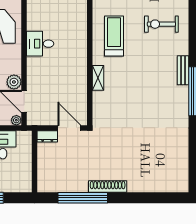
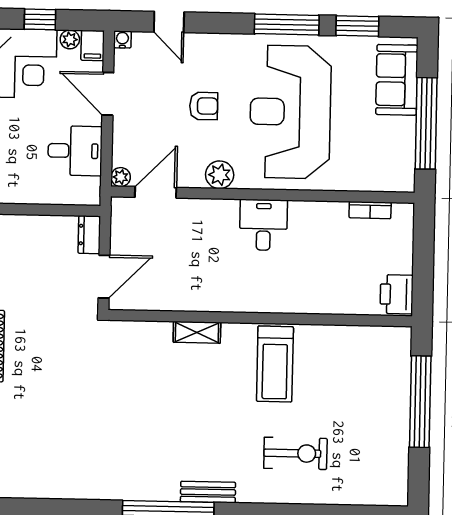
exercise bike: (161, 24) -> (295, 453), turned 90
treadmill: (114, 36) -> (275, 364), turned 90
plant: (14, 82) -> (220, 175), moved

